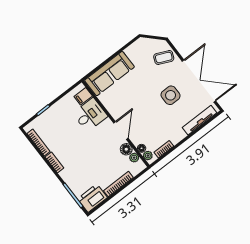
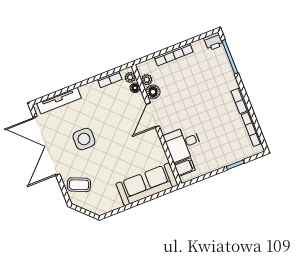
printer: (92, 198) -> (213, 41), width x0.53, depth x0.68

